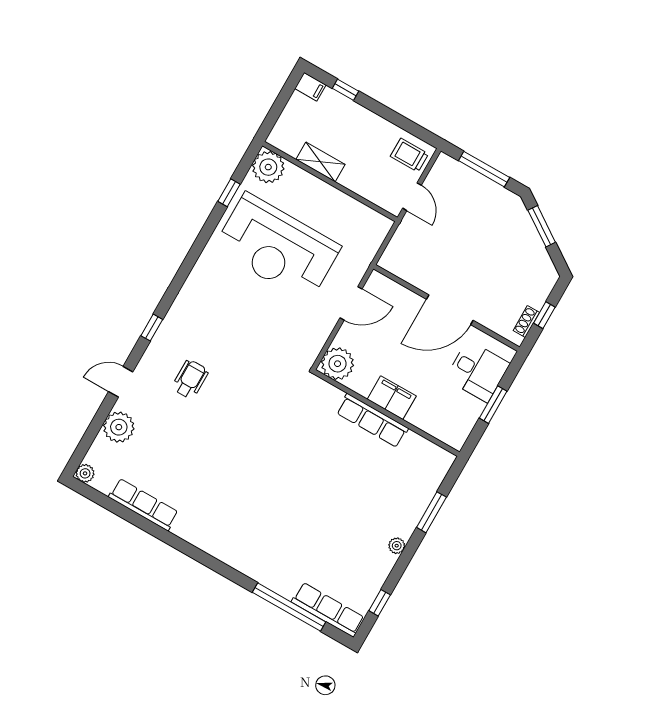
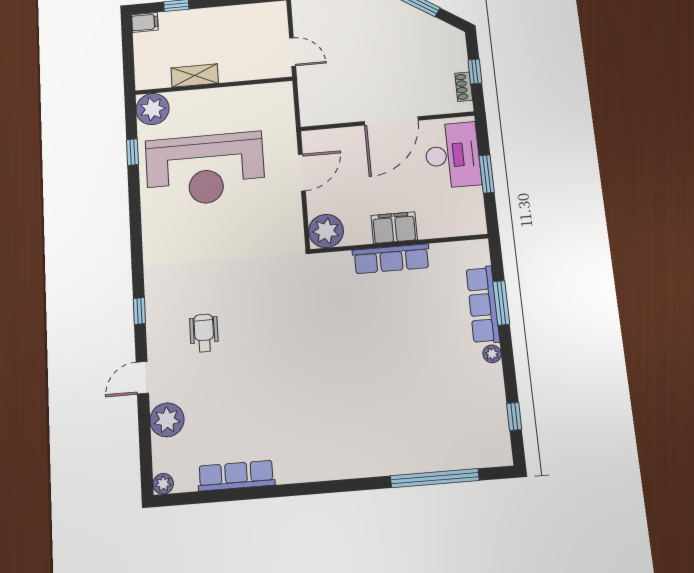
trolley: (409, 155) -> (267, 21), removed
desk: (478, 371) -> (452, 155), width x1.37
row of seats: (328, 610) -> (483, 305), moved, turned -90

